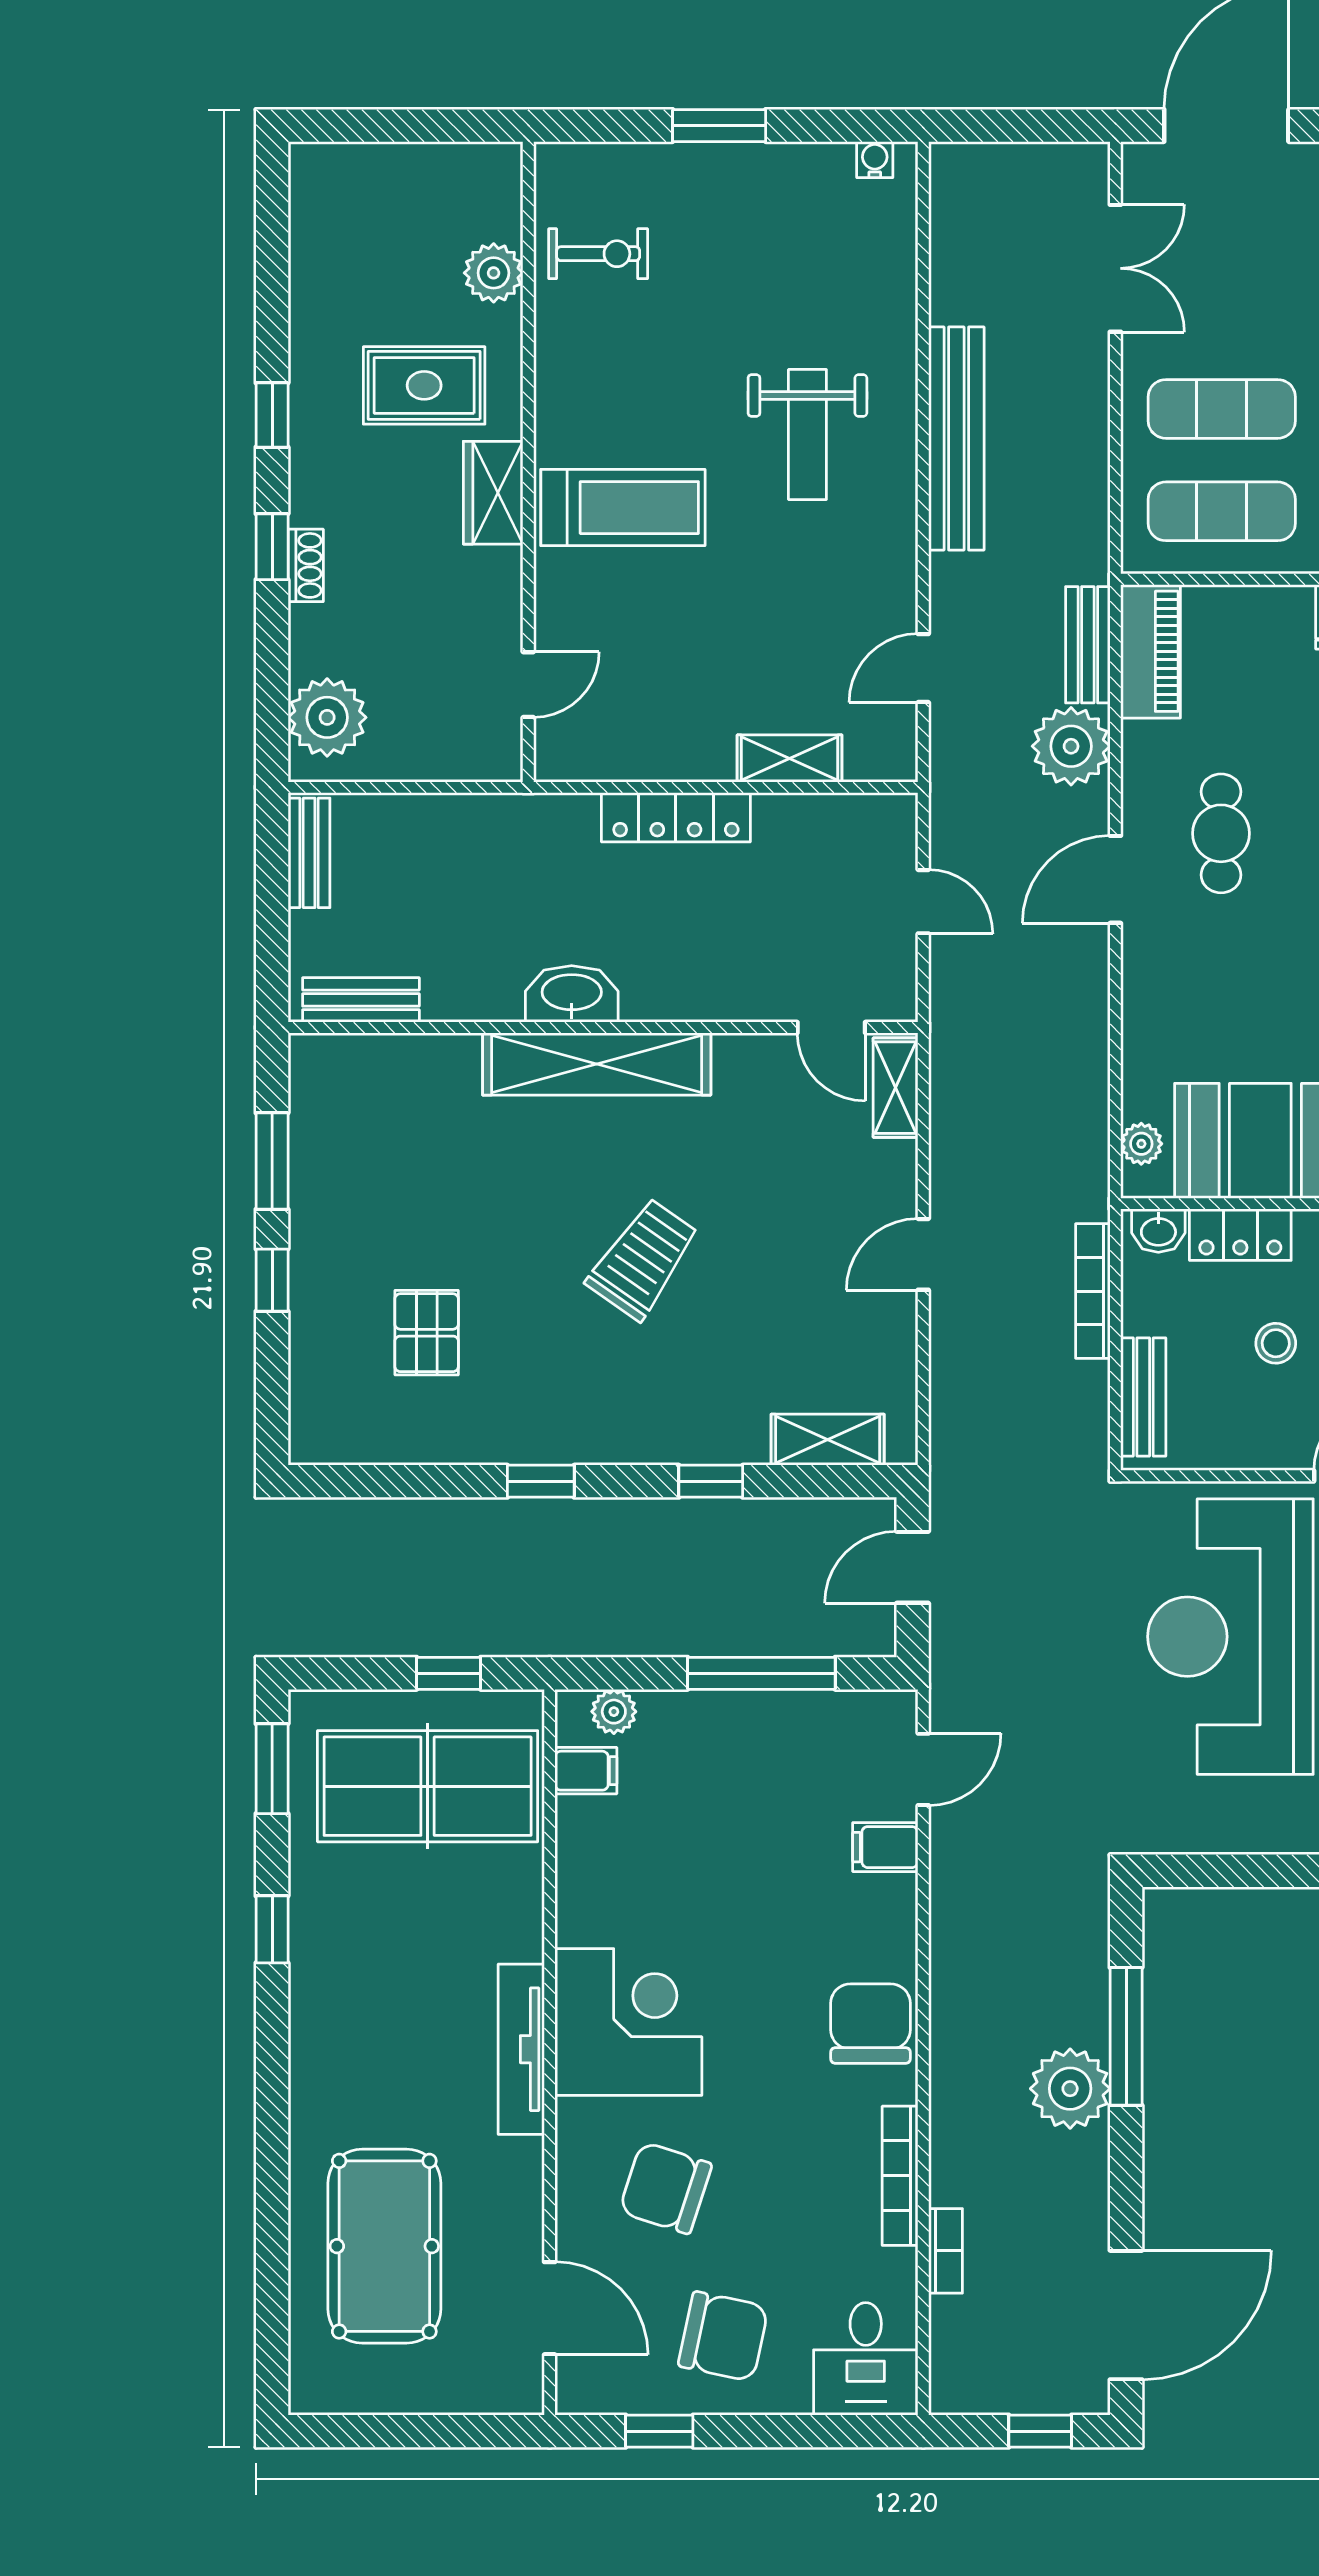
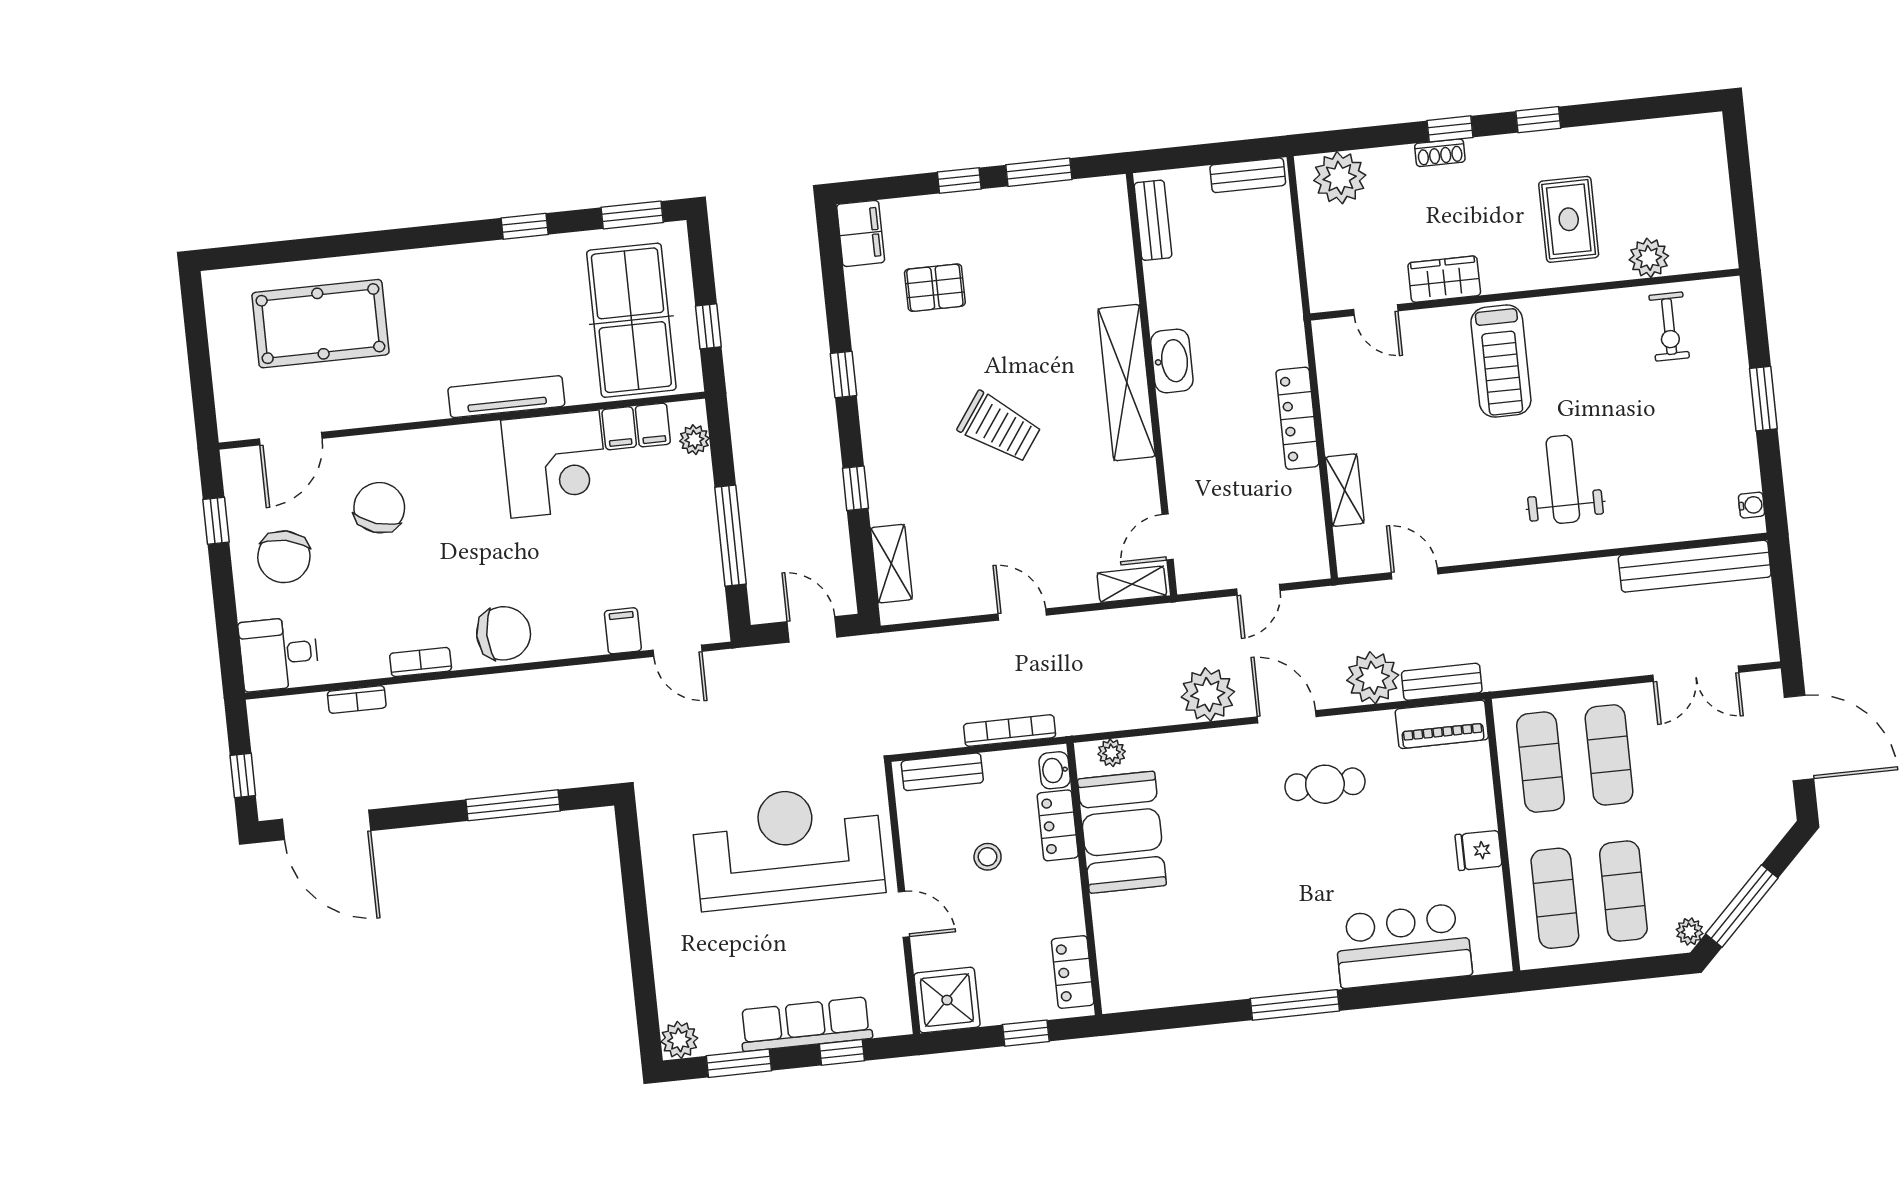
weight bench: (807, 435) -> (1563, 479), turned 90
bench: (956, 438) -> (1695, 566), moved
wardrobe: (493, 493) -> (1444, 279), moved
filing cabinet: (335, 1434) -> (861, 233), added
filing cabinet: (585, 1821) -> (619, 428), added
corner desk: (628, 2022) -> (555, 464), moved
tv unit: (521, 2049) -> (506, 397), moved
plant: (1070, 2089) -> (1208, 694), moved
bookcase: (900, 2176) -> (421, 662), width x0.64

